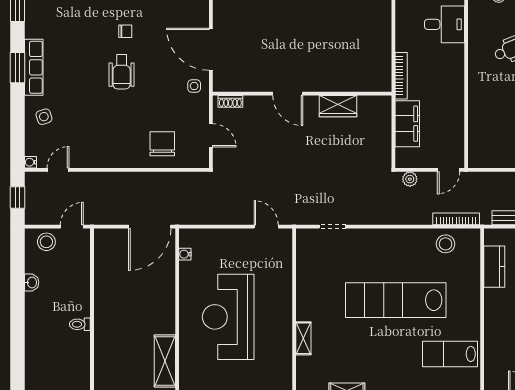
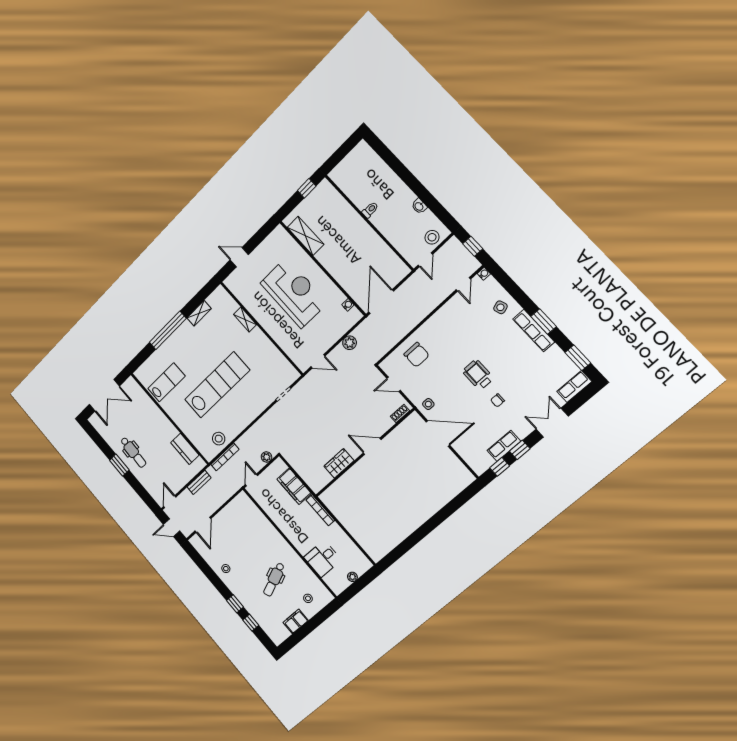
plant: (217, 216) -> (350, 343), added

